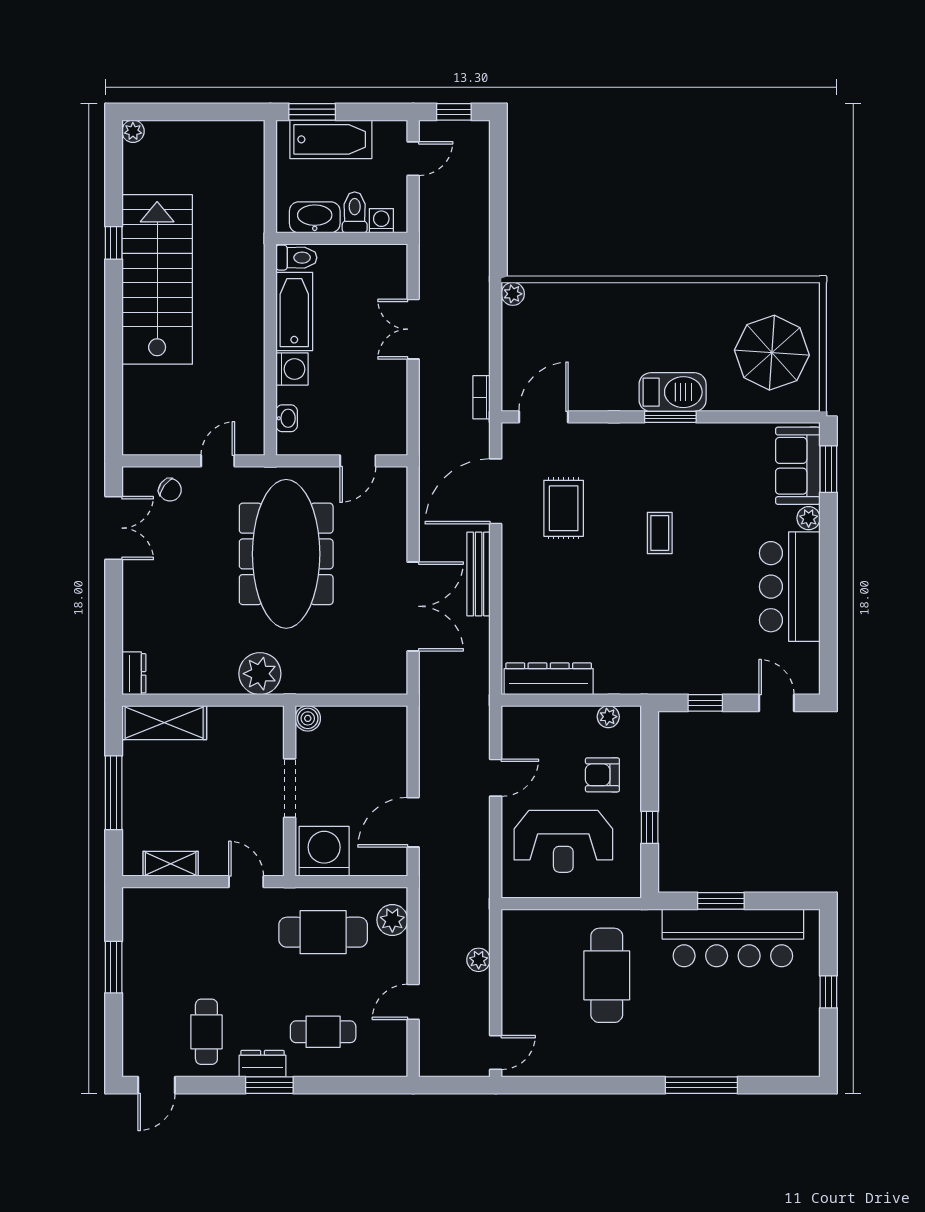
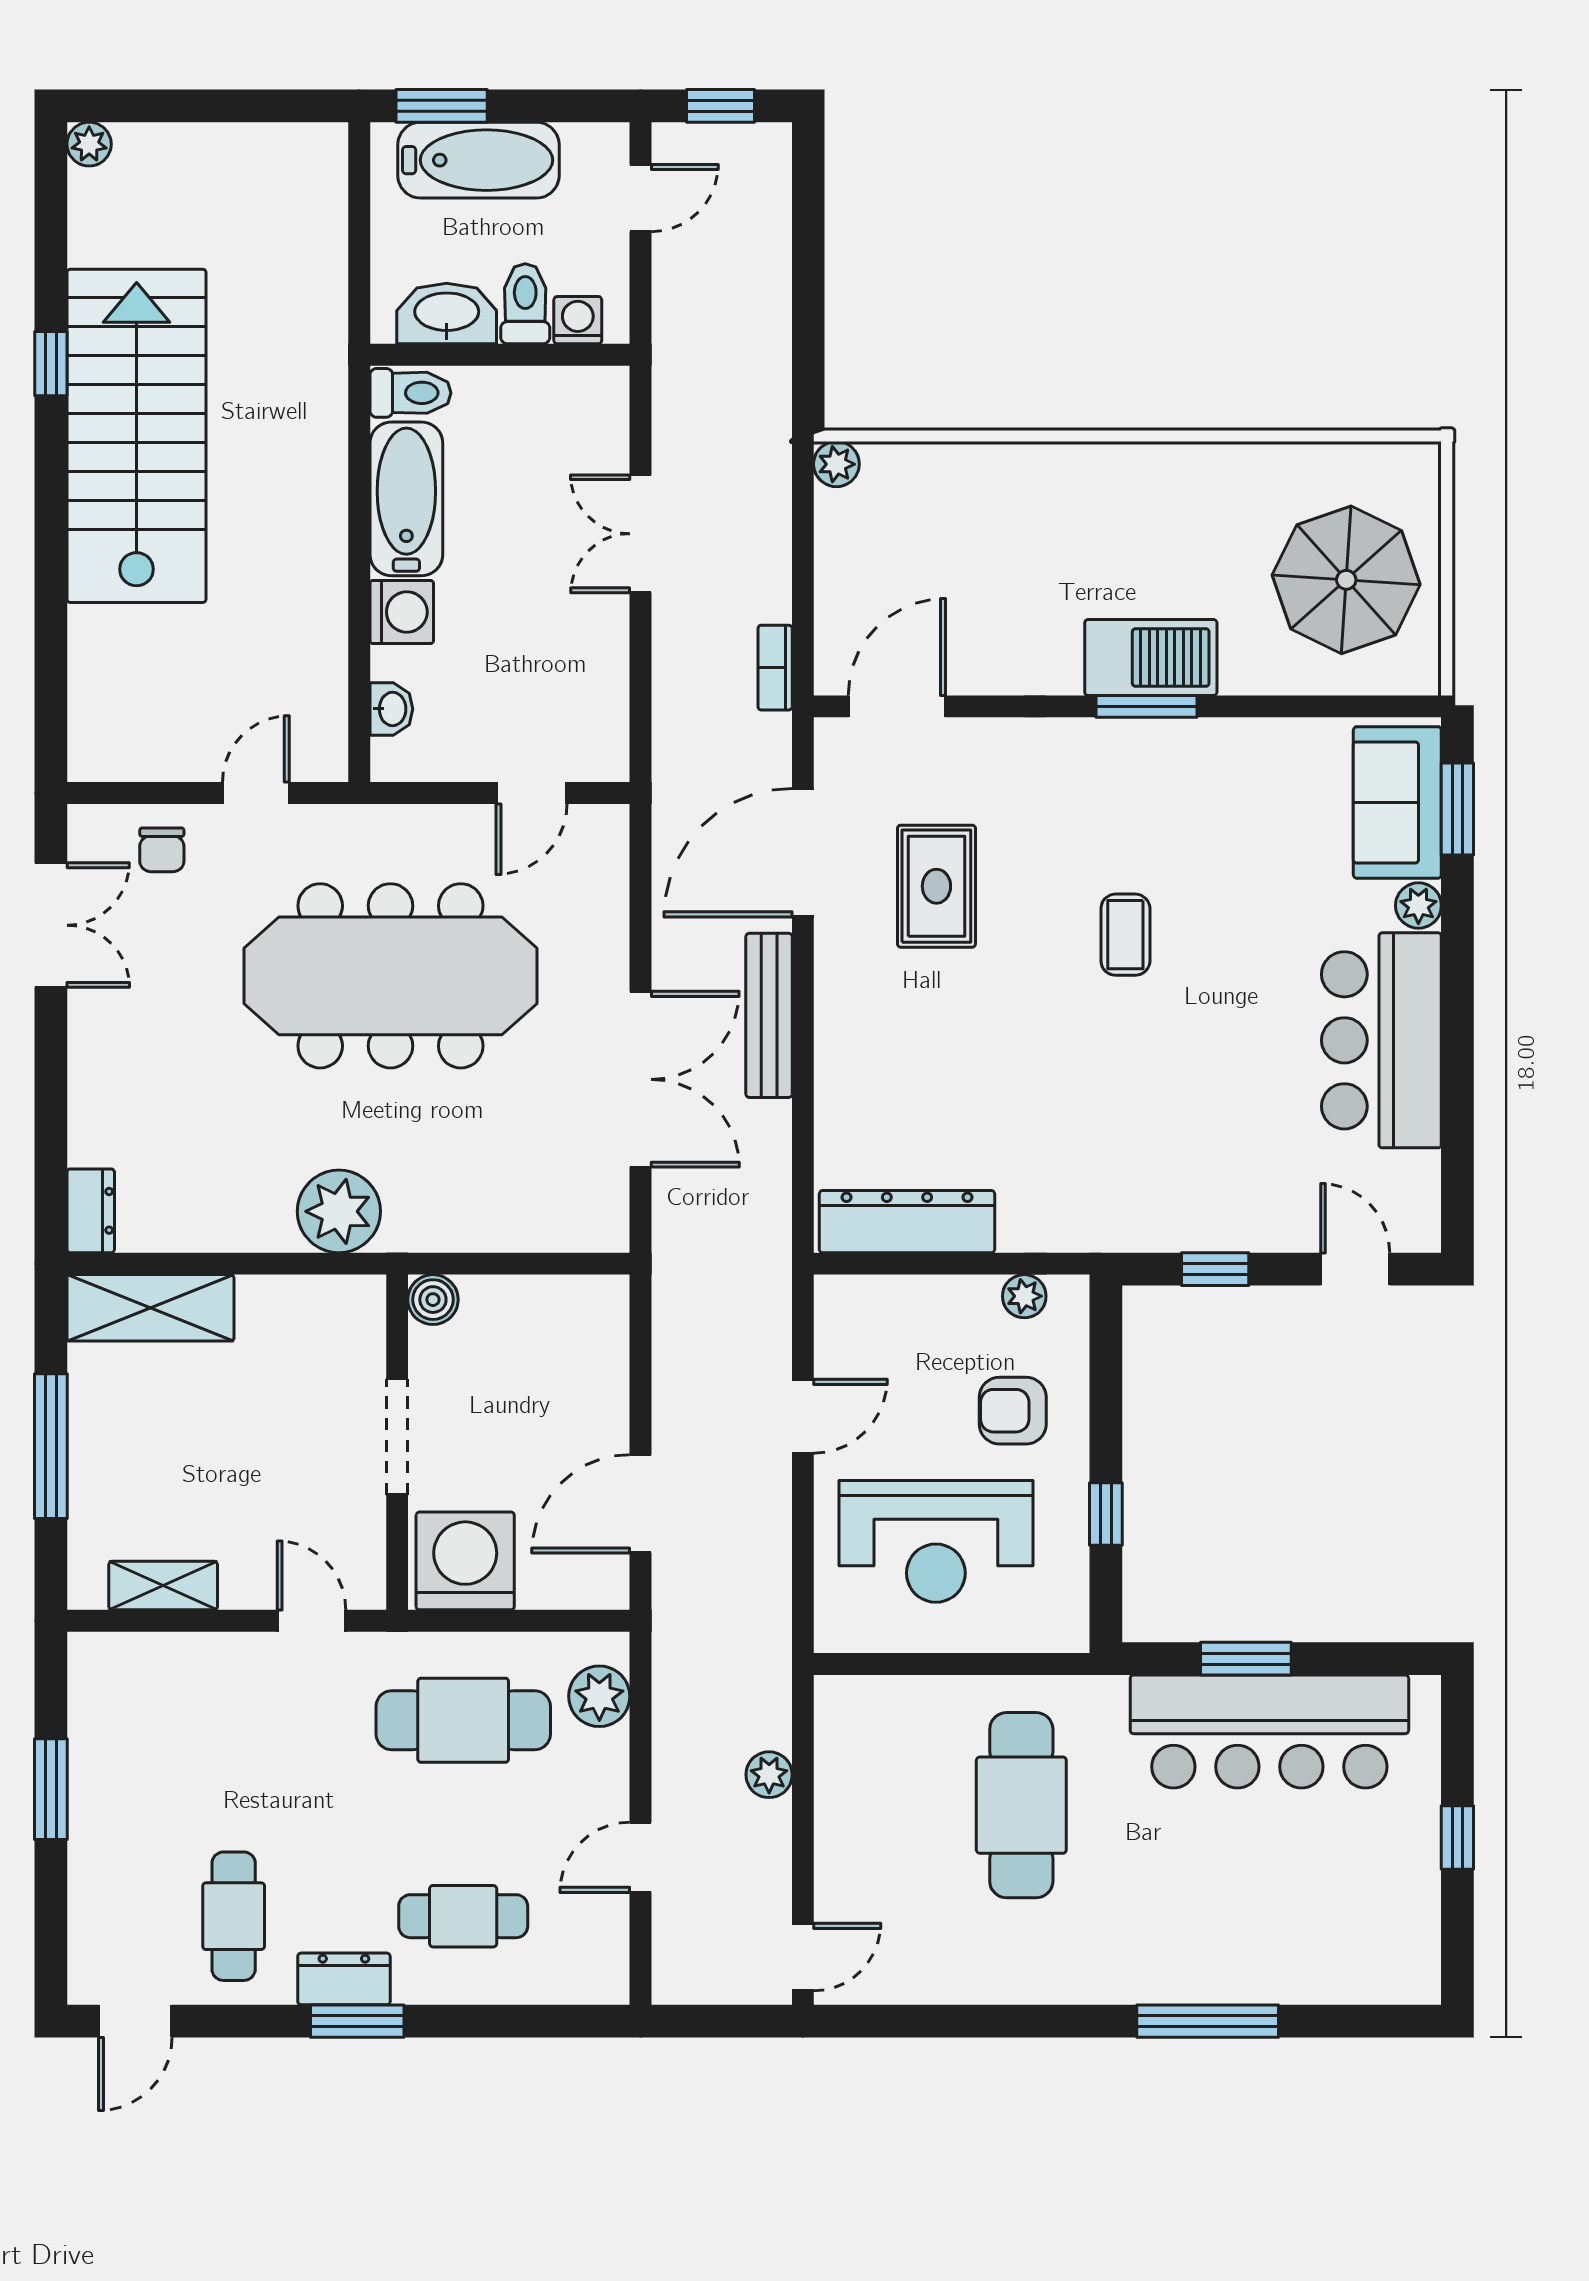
chair: (170, 490) -> (162, 850), turned 54
meeting table: (286, 554) -> (390, 976), turned 90

